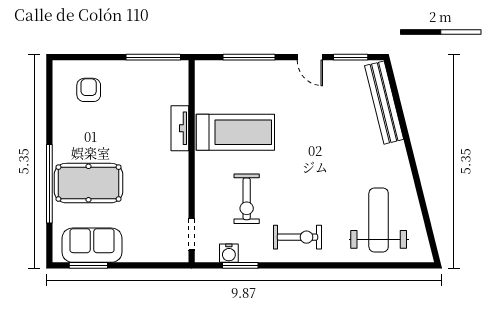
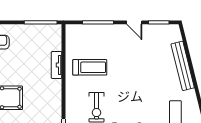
bench: (384, 103) -> (183, 66), moved
treadmill: (235, 132) -> (90, 67), width x0.73, depth x0.73

